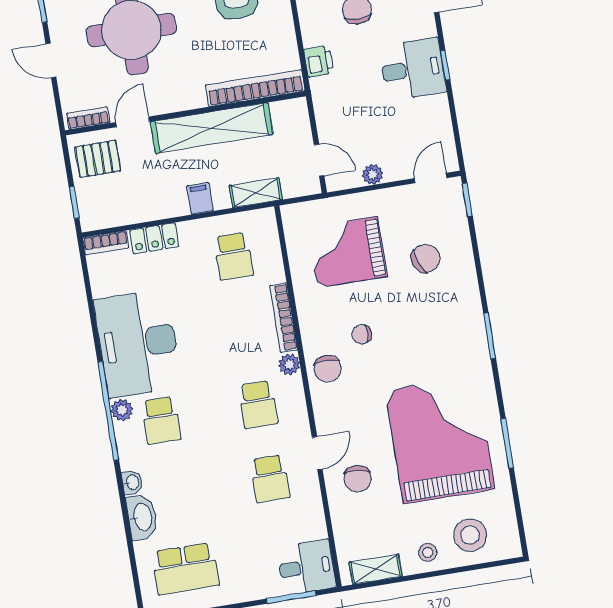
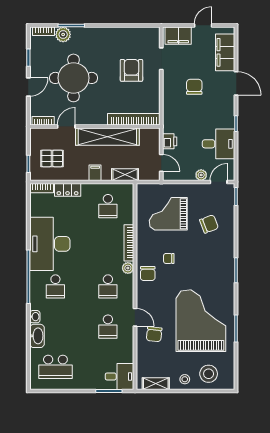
door: (51, 60) -> (28, 87), swing flipped
printer: (319, 61) -> (170, 141), moved
desk: (413, 69) -> (219, 144), moved
pallet: (98, 159) -> (52, 158), moved
plant: (373, 174) -> (201, 175), moved
plant: (122, 410) -> (36, 278), removed
door: (317, 453) -> (135, 317), hinge flipped

